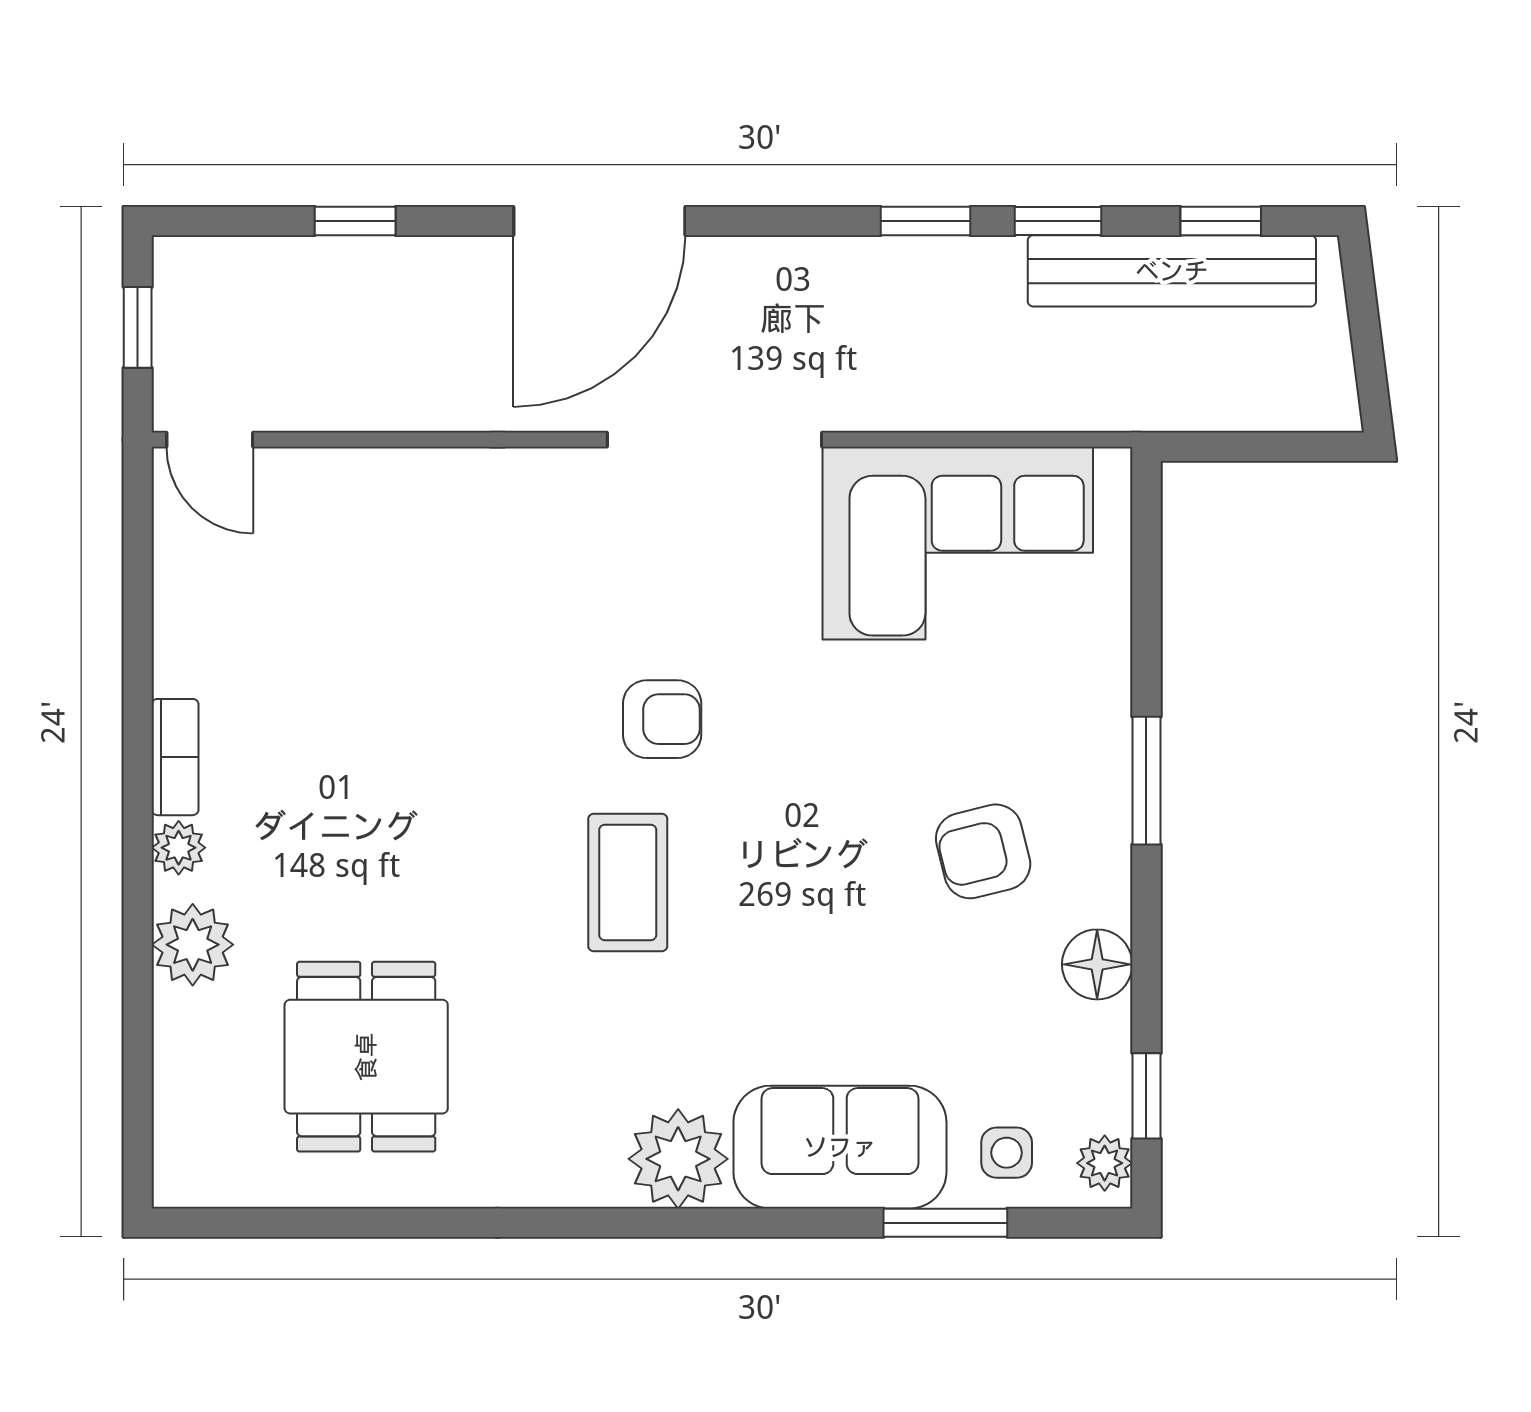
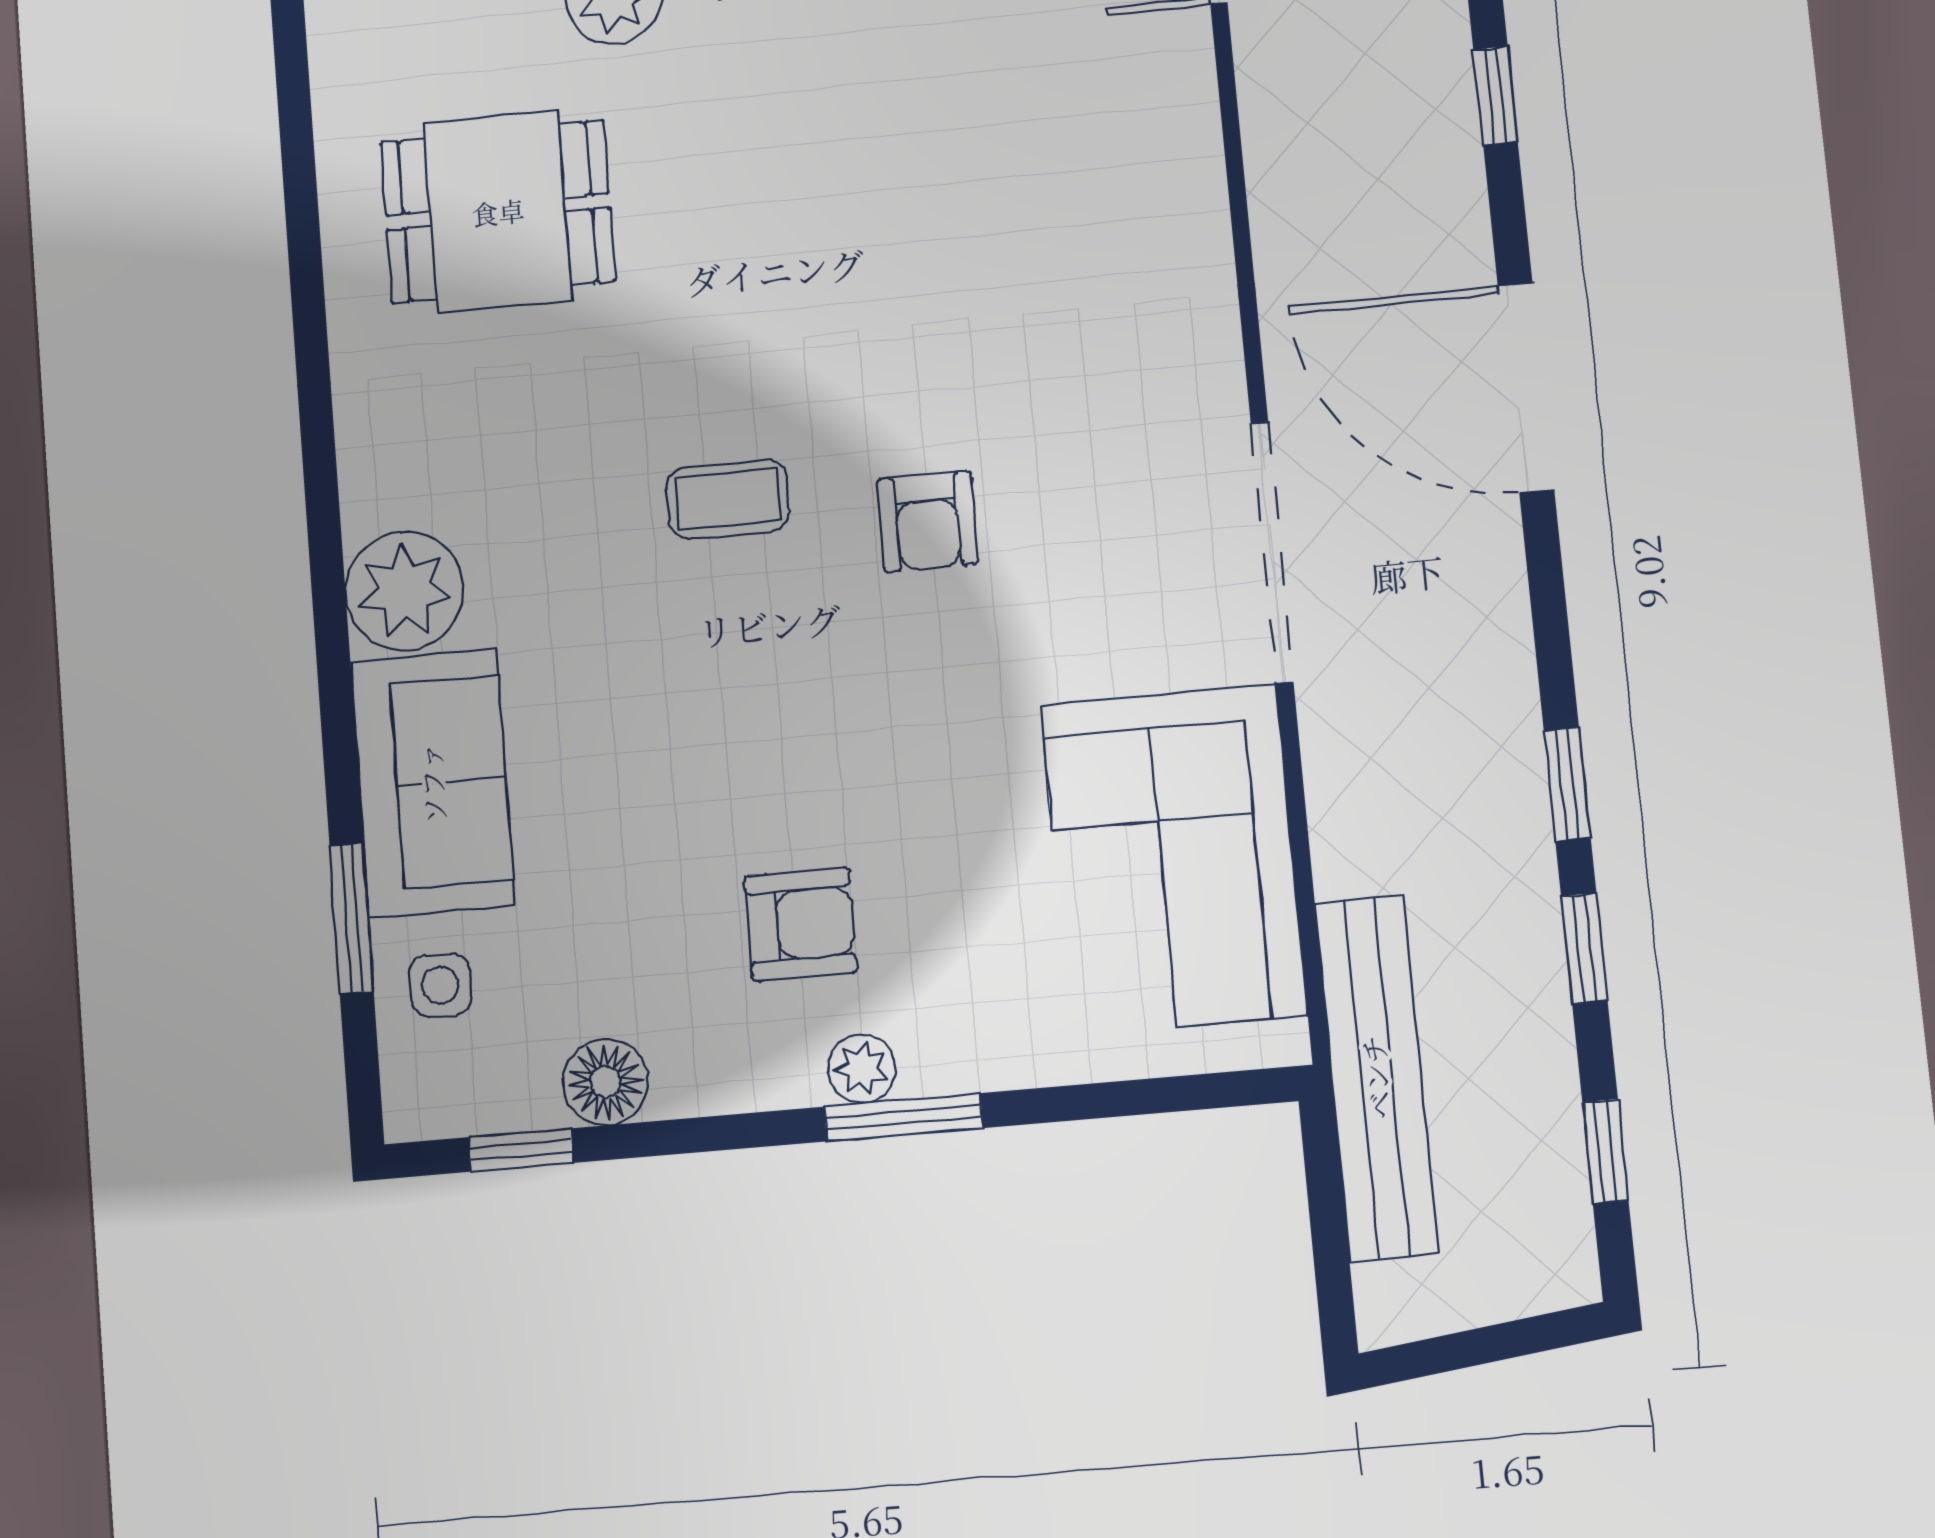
bench: (1172, 271) -> (1376, 1077), moved
armchair: (983, 851) -> (801, 924), turned 104
coffee table: (628, 882) -> (728, 499), width x0.73, depth x0.77
floor lamp: (1097, 964) -> (606, 1082), moved
plant: (1105, 1163) -> (862, 1069), moved

